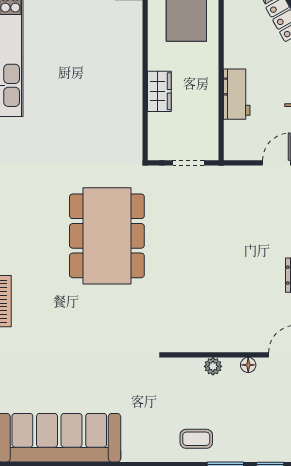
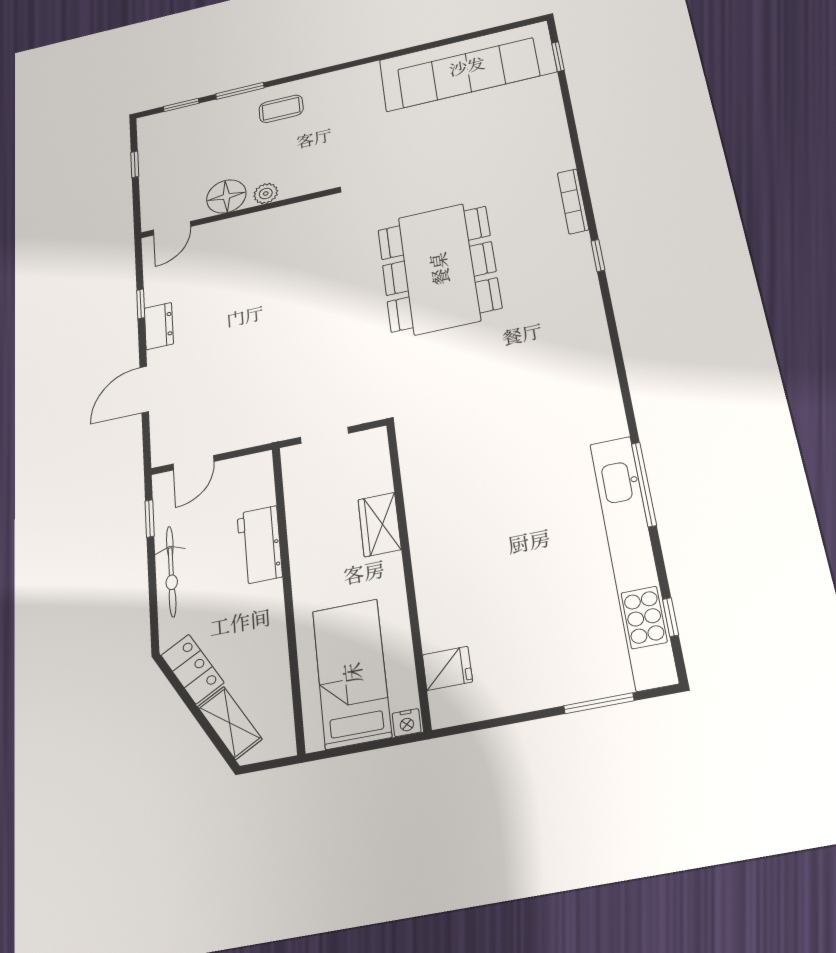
dining table: (107, 236) -> (439, 269), moved
floor lamp: (248, 365) -> (226, 196), width x1.89, depth x1.89

